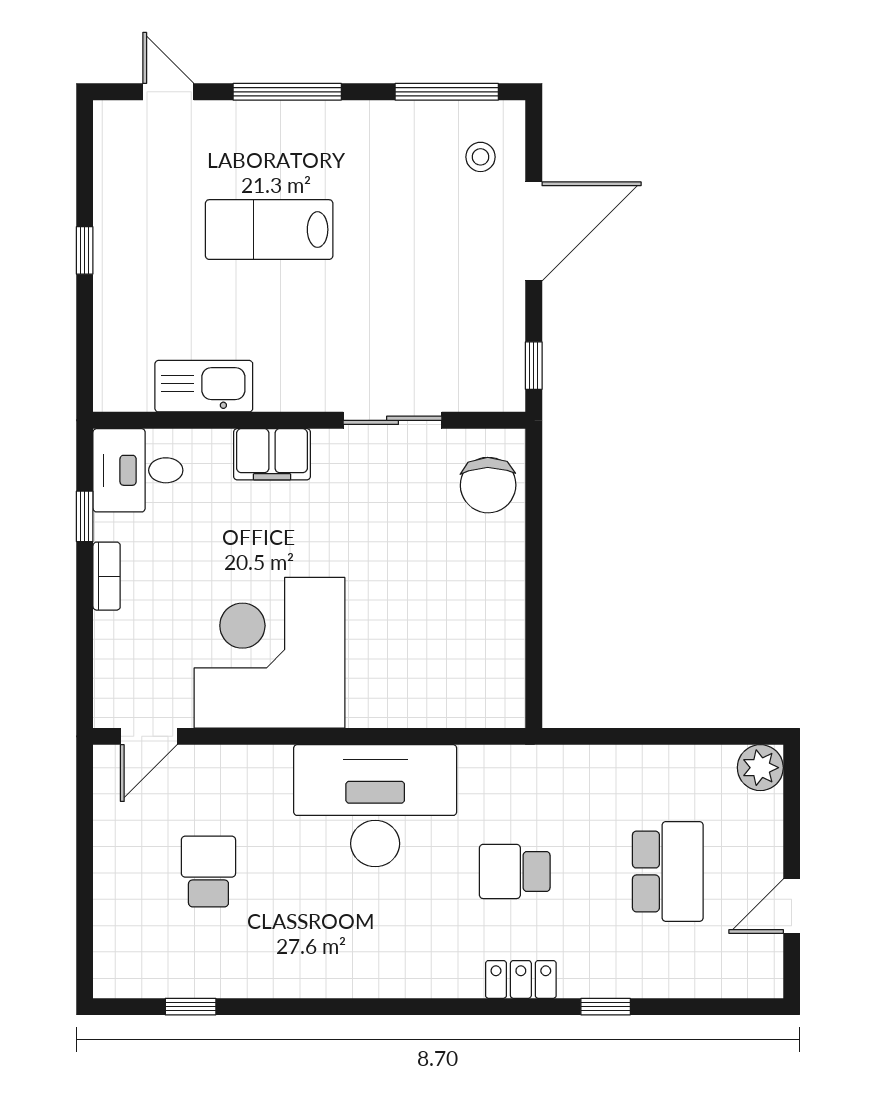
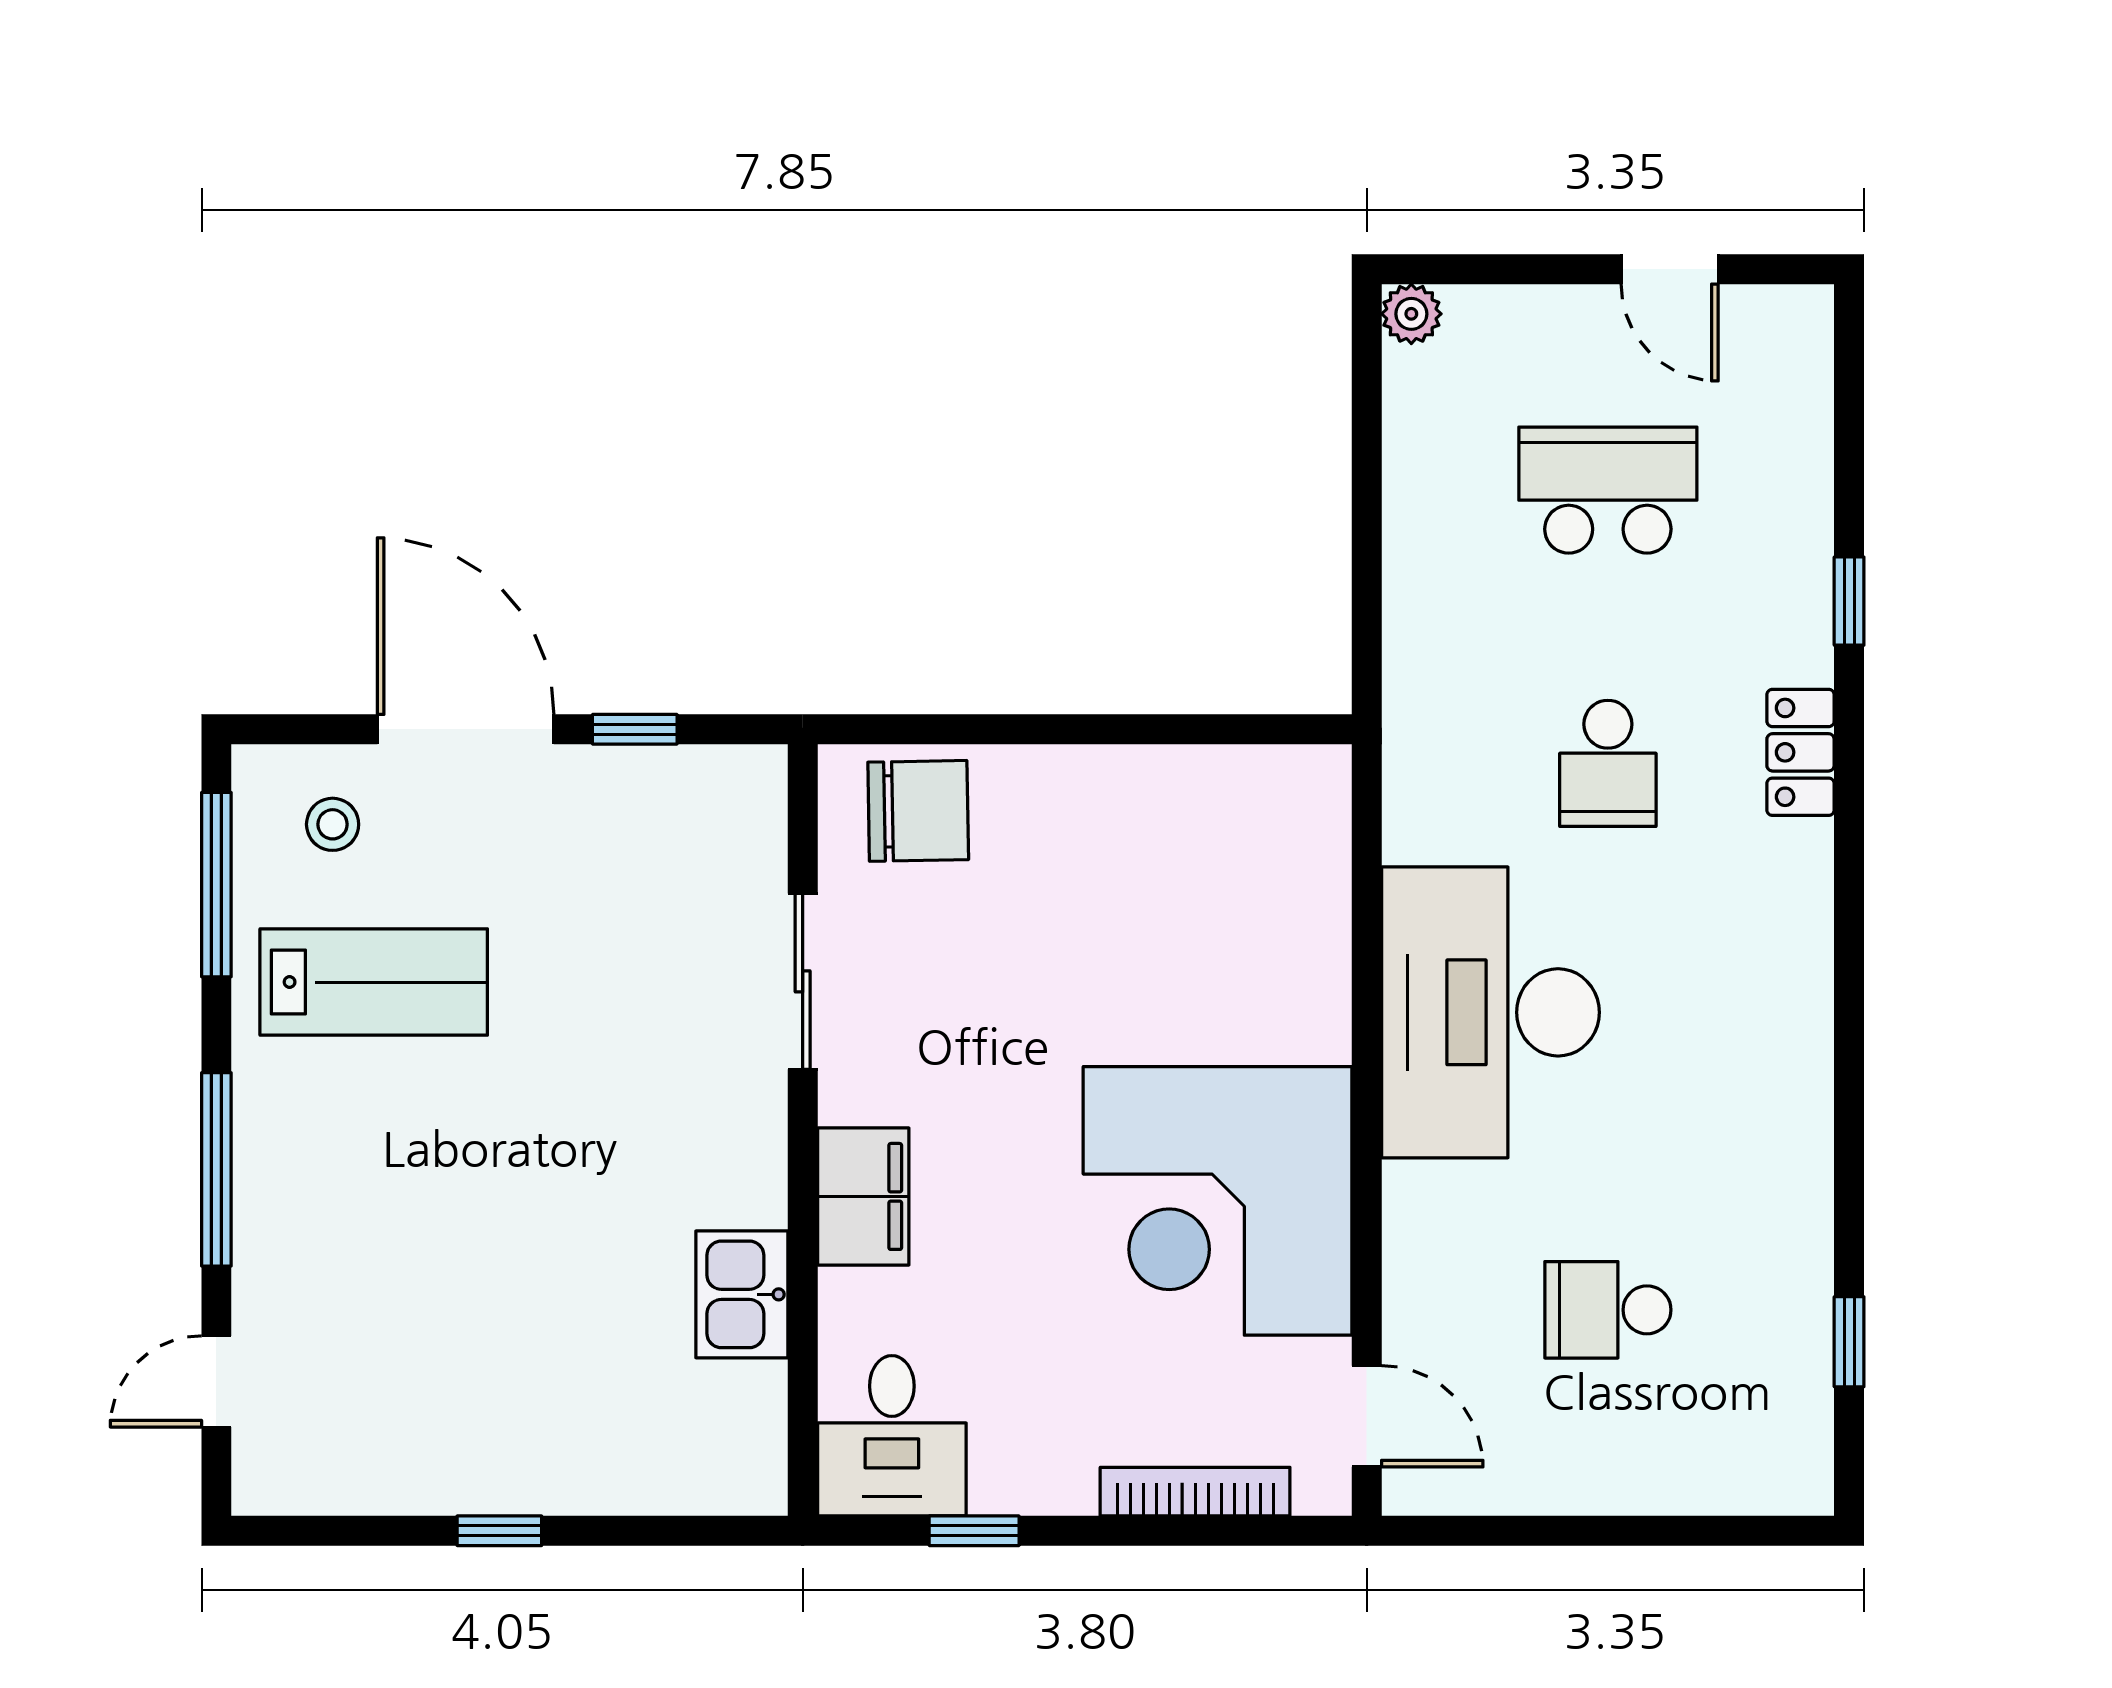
lab bench: (269, 230) -> (374, 982), moved, turned -90
window: (534, 366) -> (635, 729), moved
kitchen sink: (204, 386) -> (742, 1294), width x0.73
bookcase: (107, 576) -> (1195, 1492), moved, width x1.56
plant: (760, 768) -> (1411, 314), width x0.73, depth x0.73

